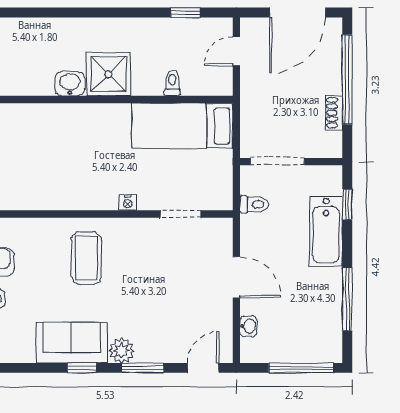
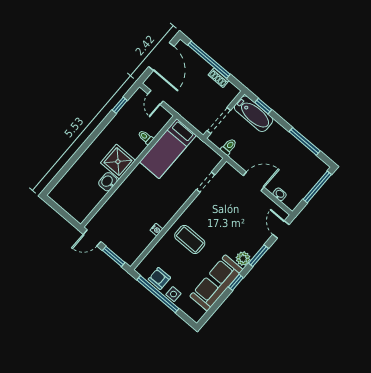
nightstand: (128, 203) -> (156, 230), moved
bathtub: (326, 231) -> (254, 114), moved
sofa: (72, 343) -> (216, 283), width x1.36

